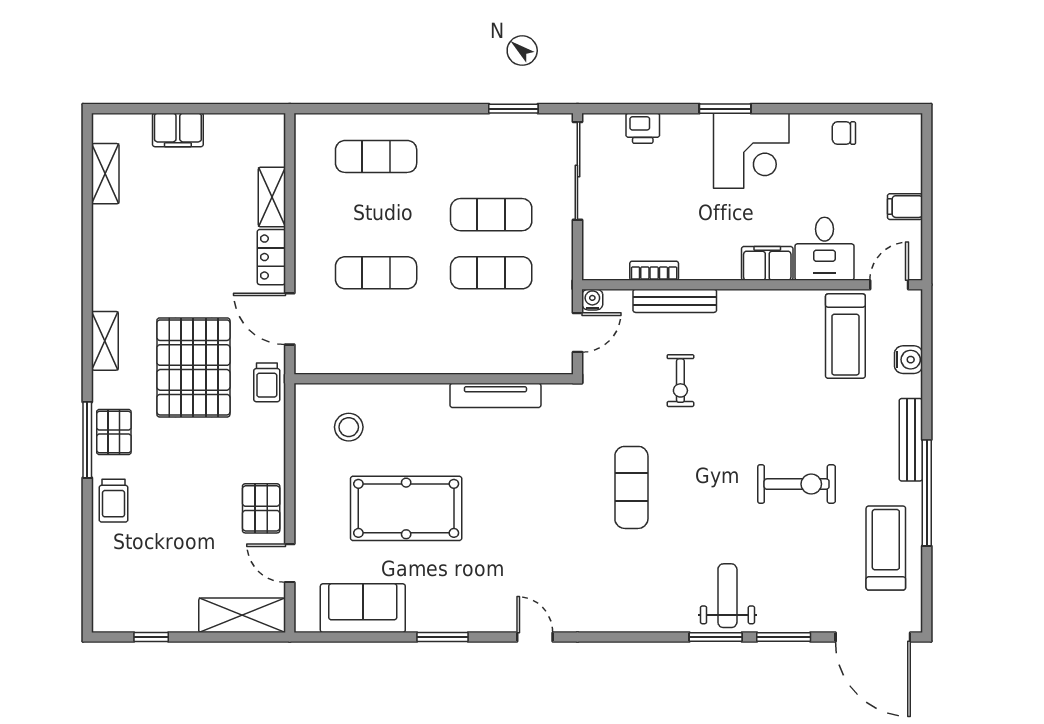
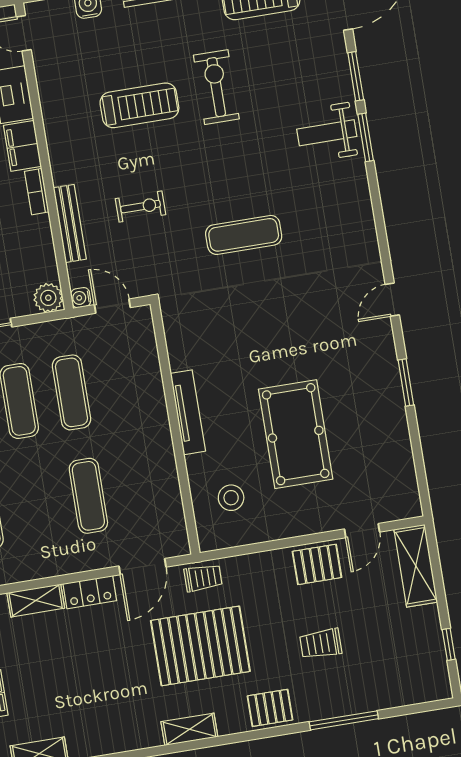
plant: (598, 264) -> (48, 298), added
bookcase: (654, 271) -> (37, 192), moved
treadmill: (845, 336) -> (139, 105), moved
tv unit: (495, 395) -> (188, 412), moved
window: (87, 440) -> (344, 720), moved
trolley: (114, 501) -> (321, 644), moved, turned 180
sofa: (363, 608) -> (392, 458), removed

